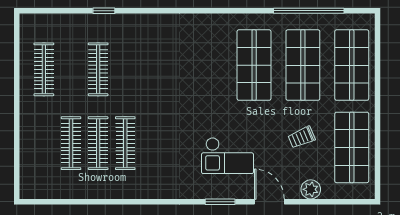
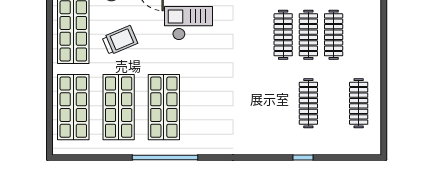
window: (309, 11) -> (165, 158), moved
trolley: (302, 137) -> (120, 40), width x1.36, depth x1.39

